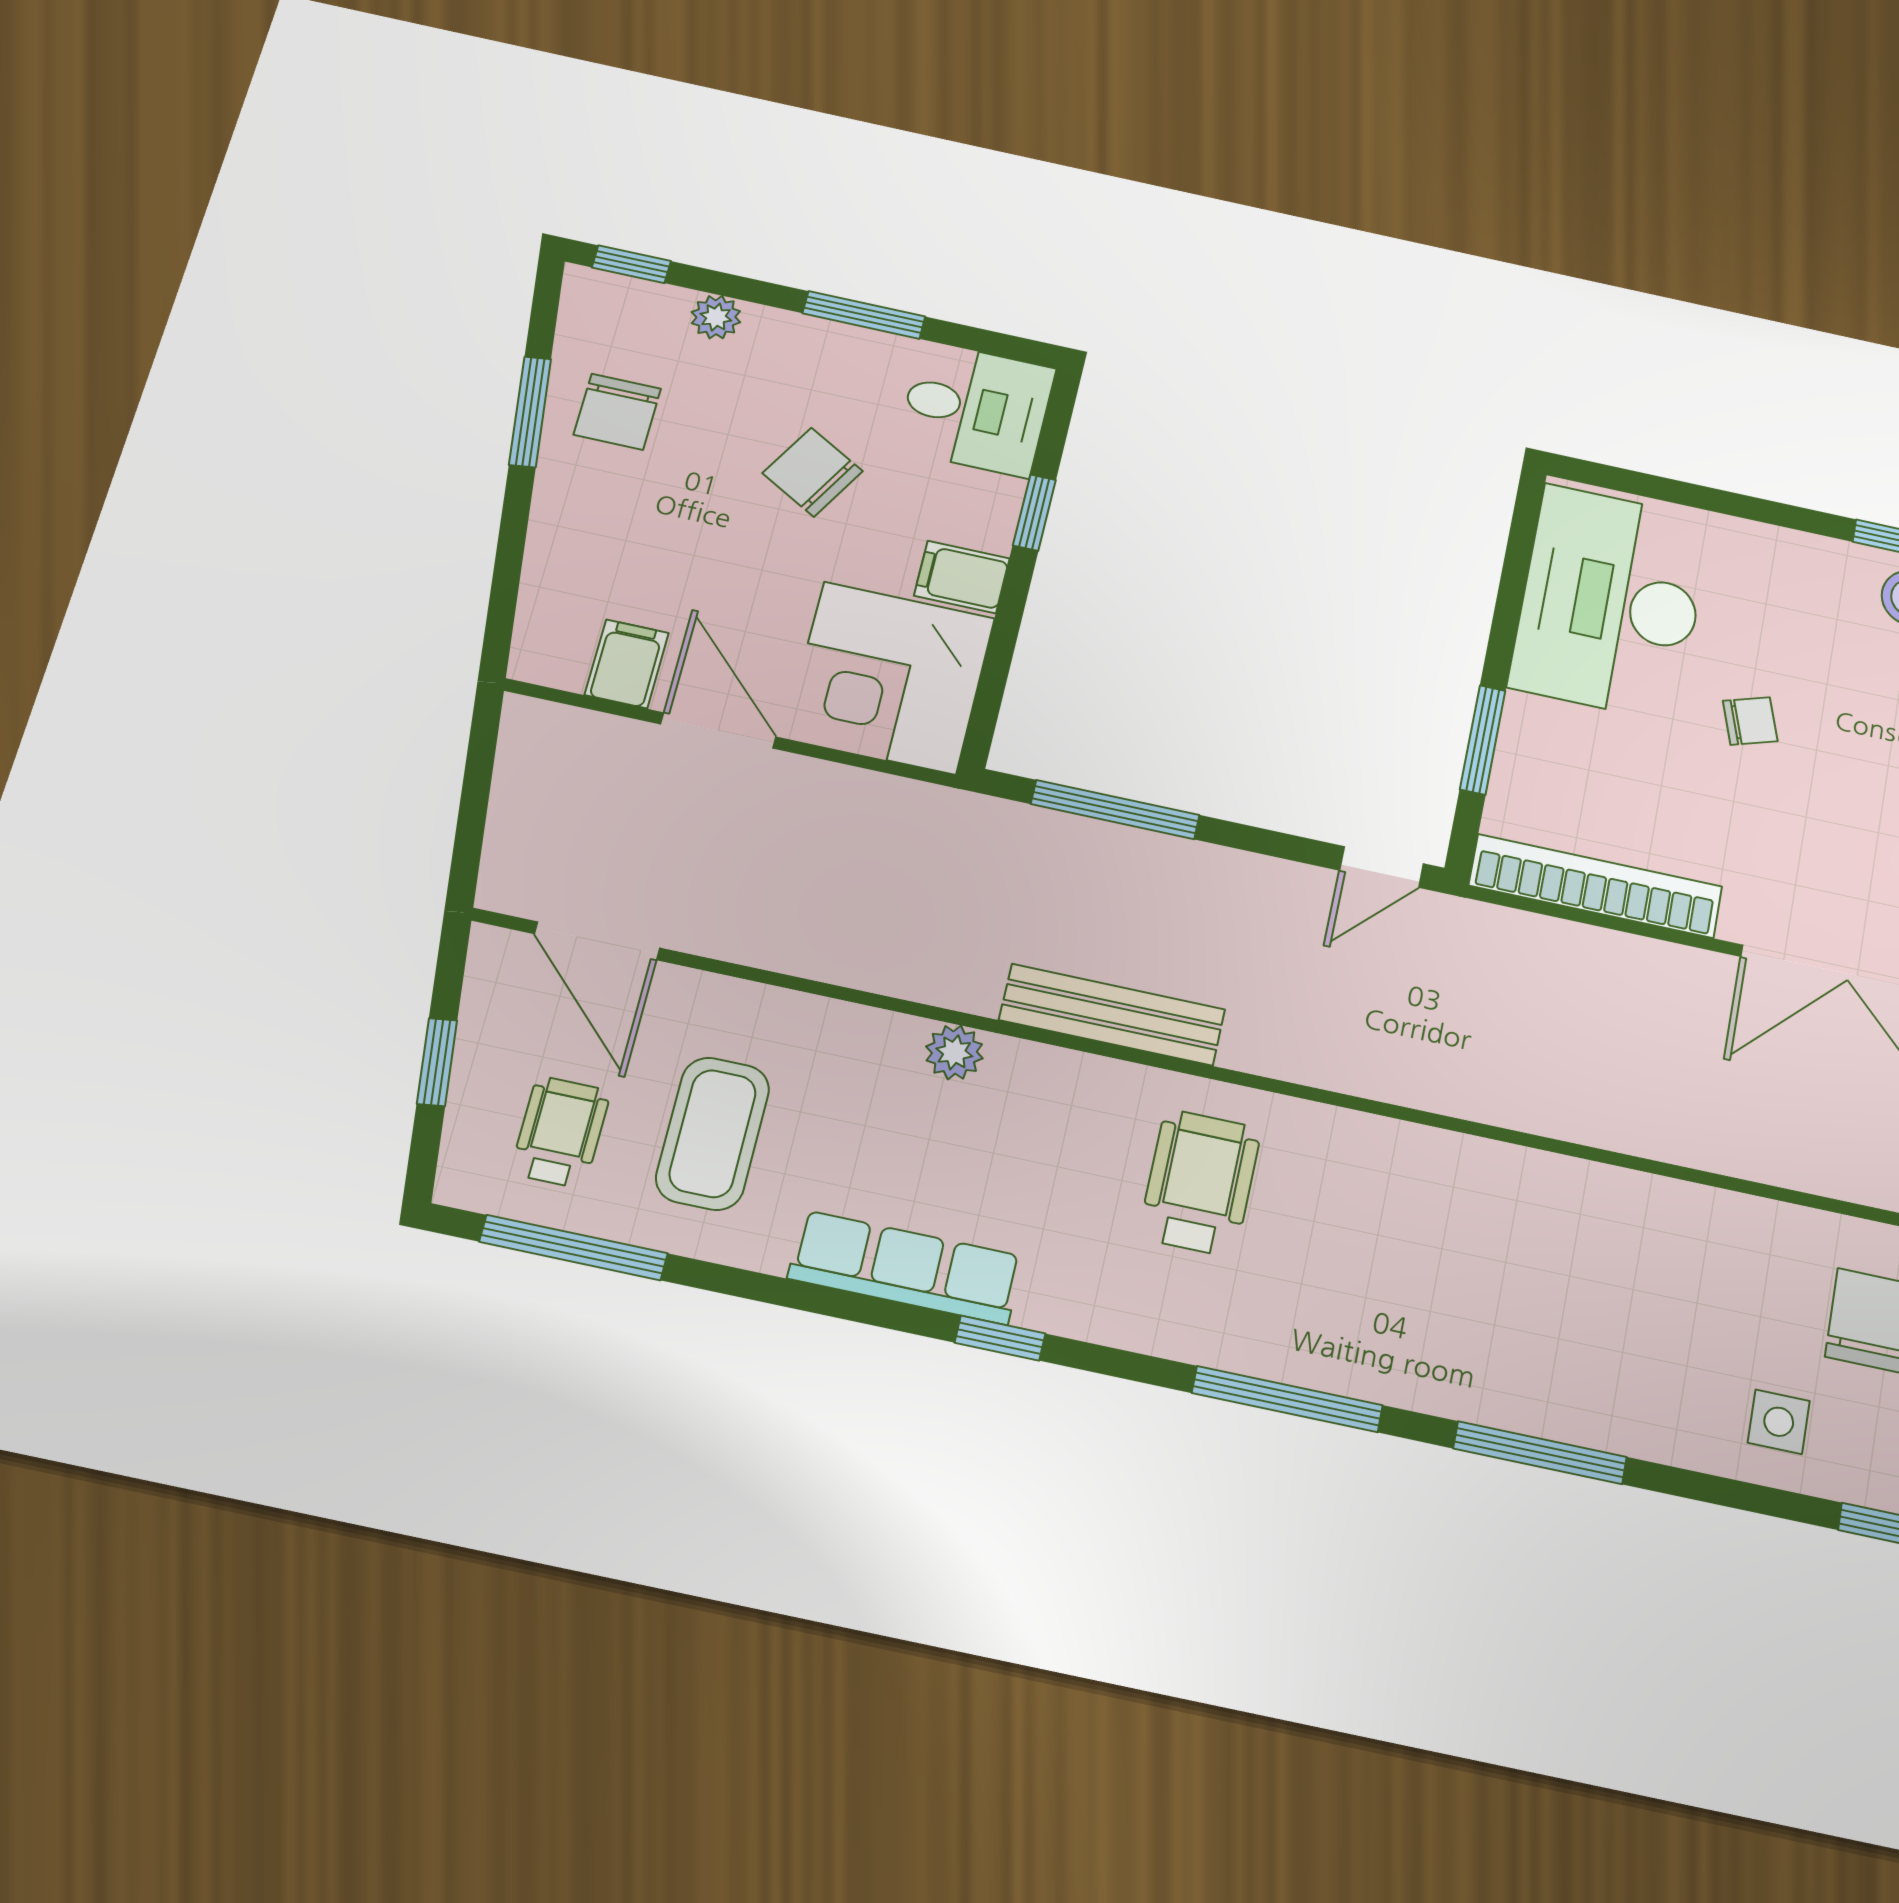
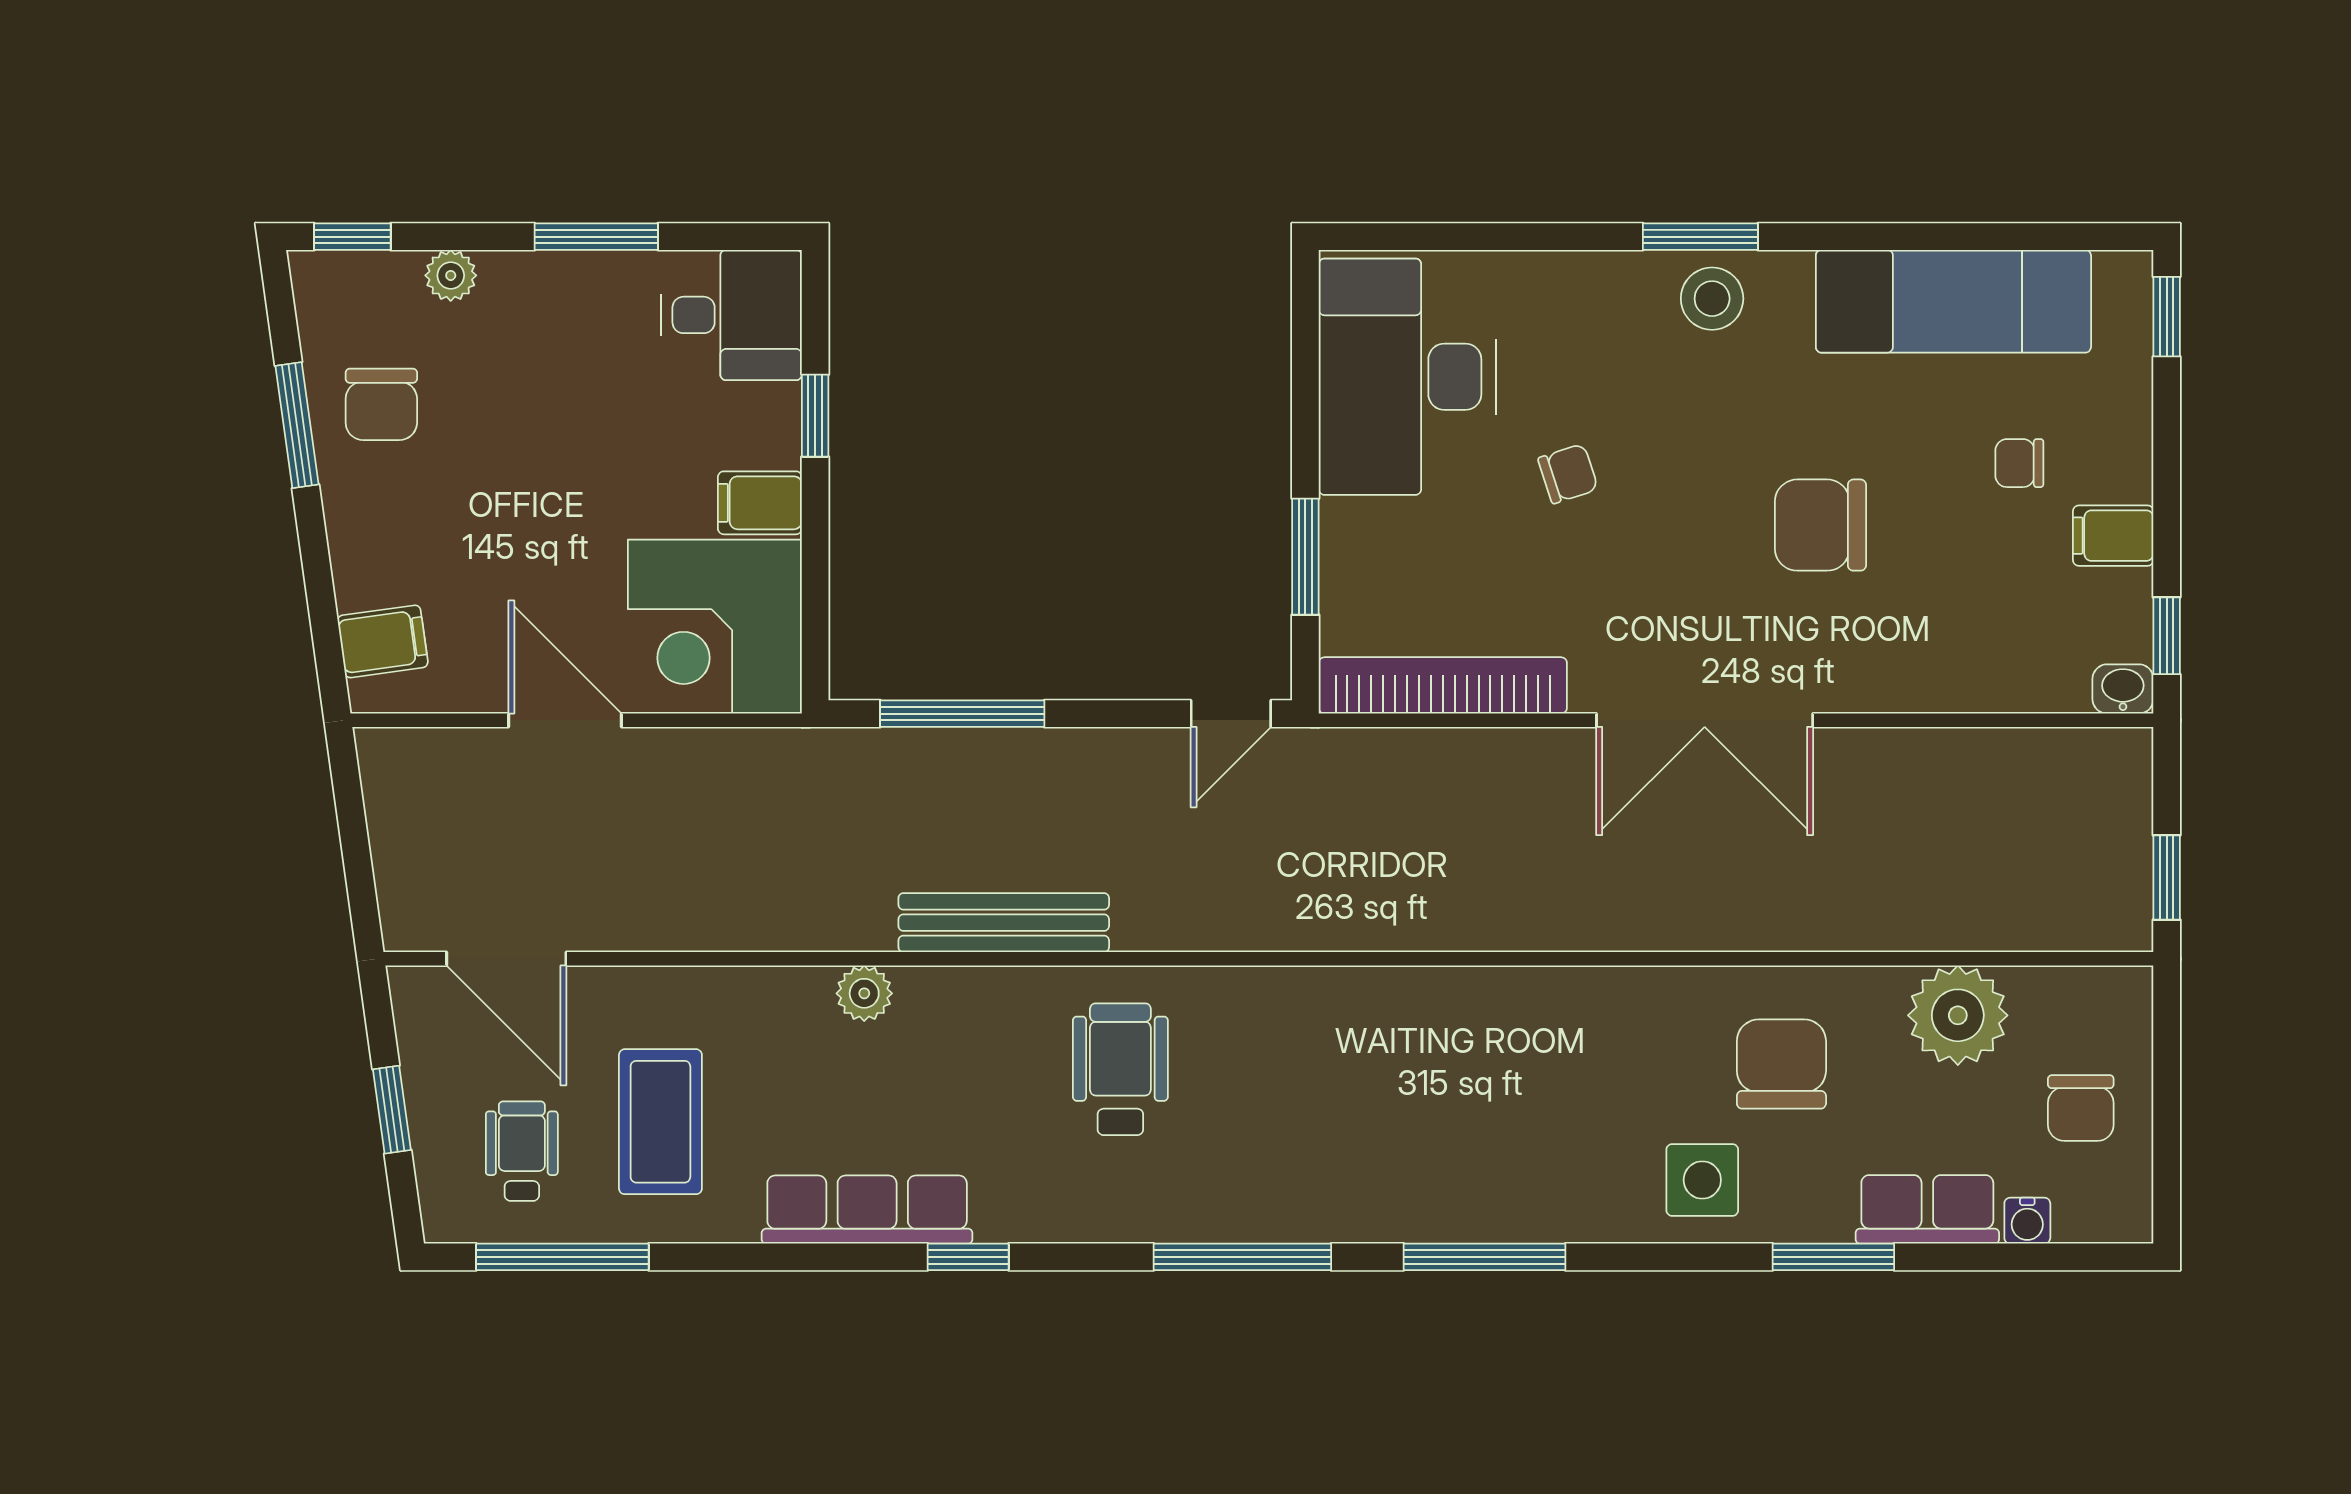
chair: (813, 472) -> (588, 424), removed
filing cabinet: (627, 664) -> (383, 641), moved, turned 82
side table: (1779, 1422) -> (1702, 1180), width x1.37, depth x1.37

